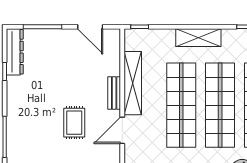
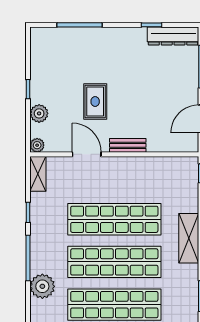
shelving: (133, 83) -> (139, 166), removed
rug: (74, 123) -> (95, 101), turned 90

